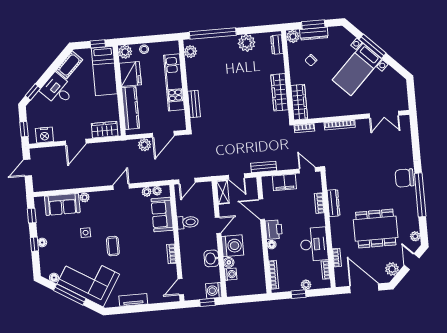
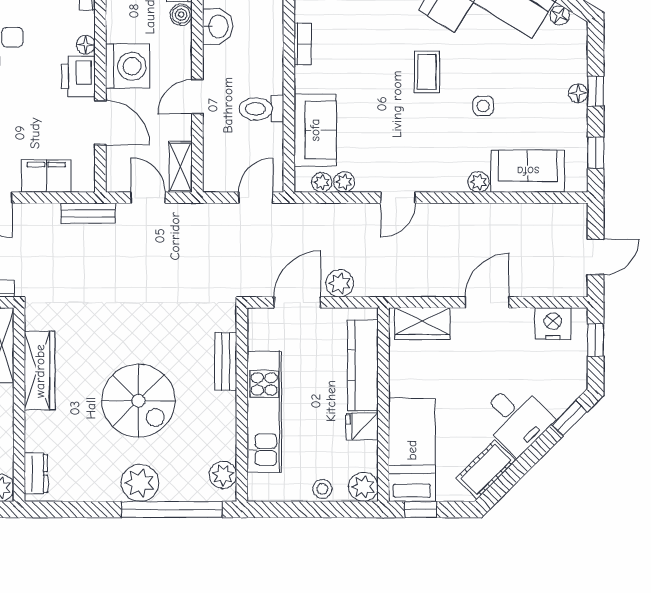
plant: (247, 43) -> (140, 483), moved
fridge: (130, 74) -> (362, 426), width x0.53, depth x0.75
spiral stairs: (233, 82) -> (138, 401), added
washing machine: (233, 246) -> (128, 66), moved, turned 180

